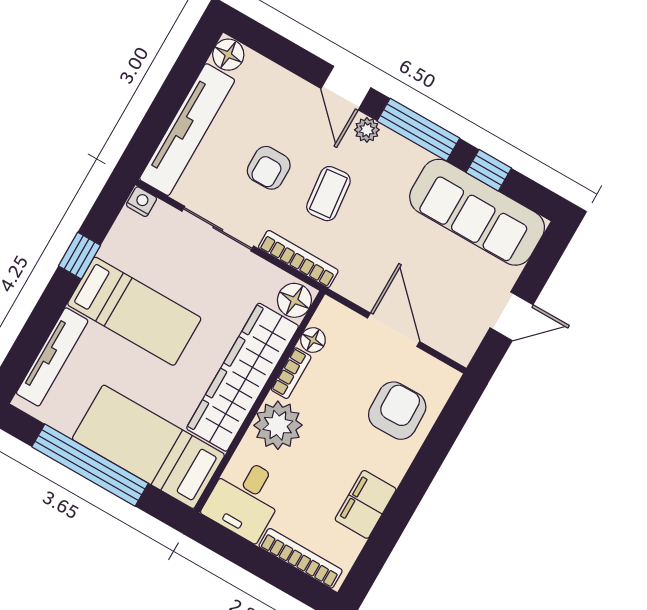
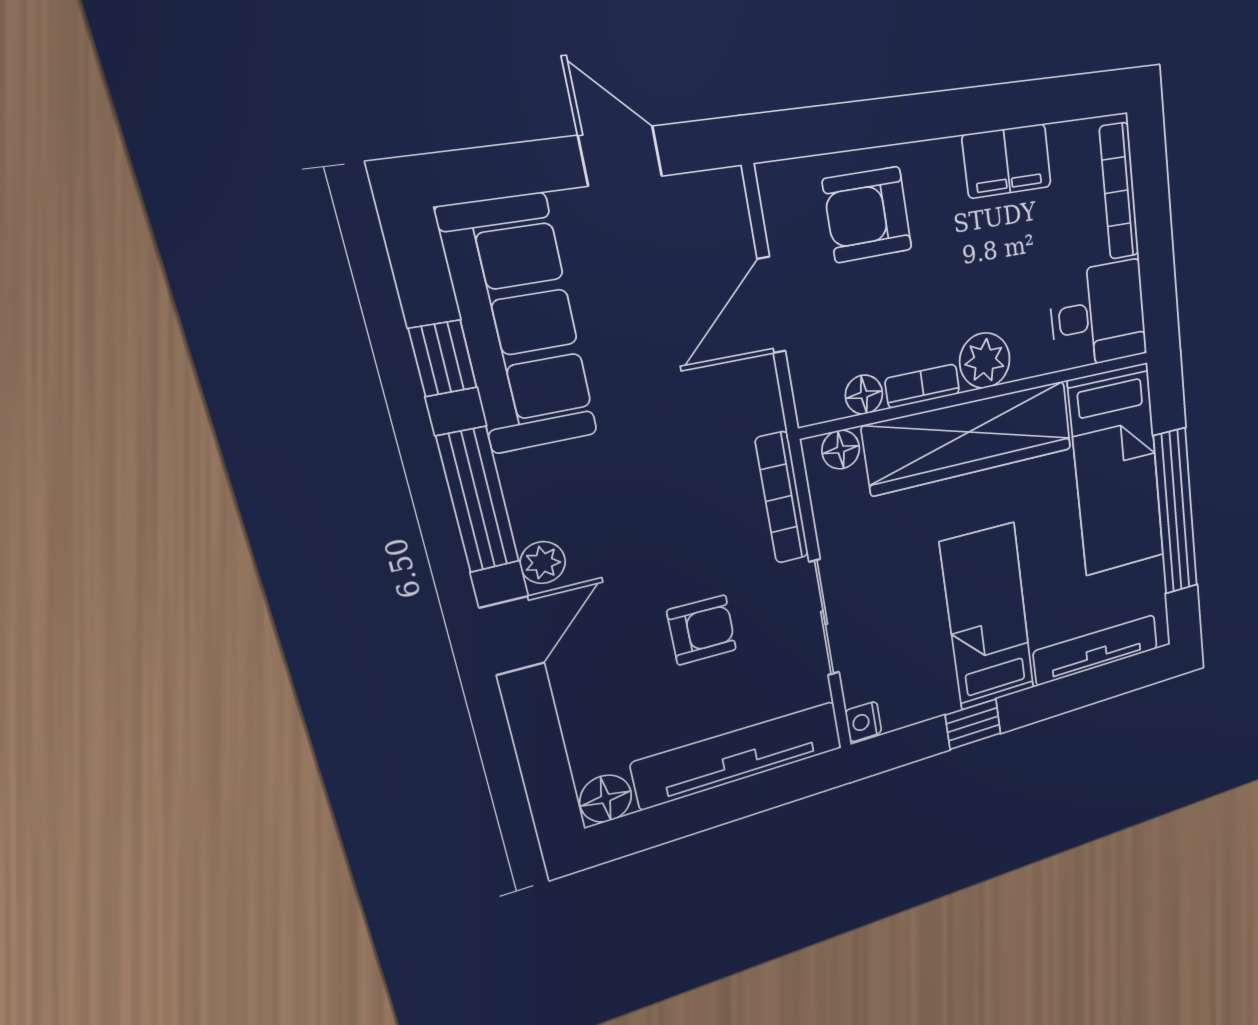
coffee table: (328, 194) -> (670, 535), removed
floor lamp: (294, 300) -> (841, 450), width x0.73, depth x0.73
plant: (278, 425) -> (985, 361), width x0.73, depth x0.73

